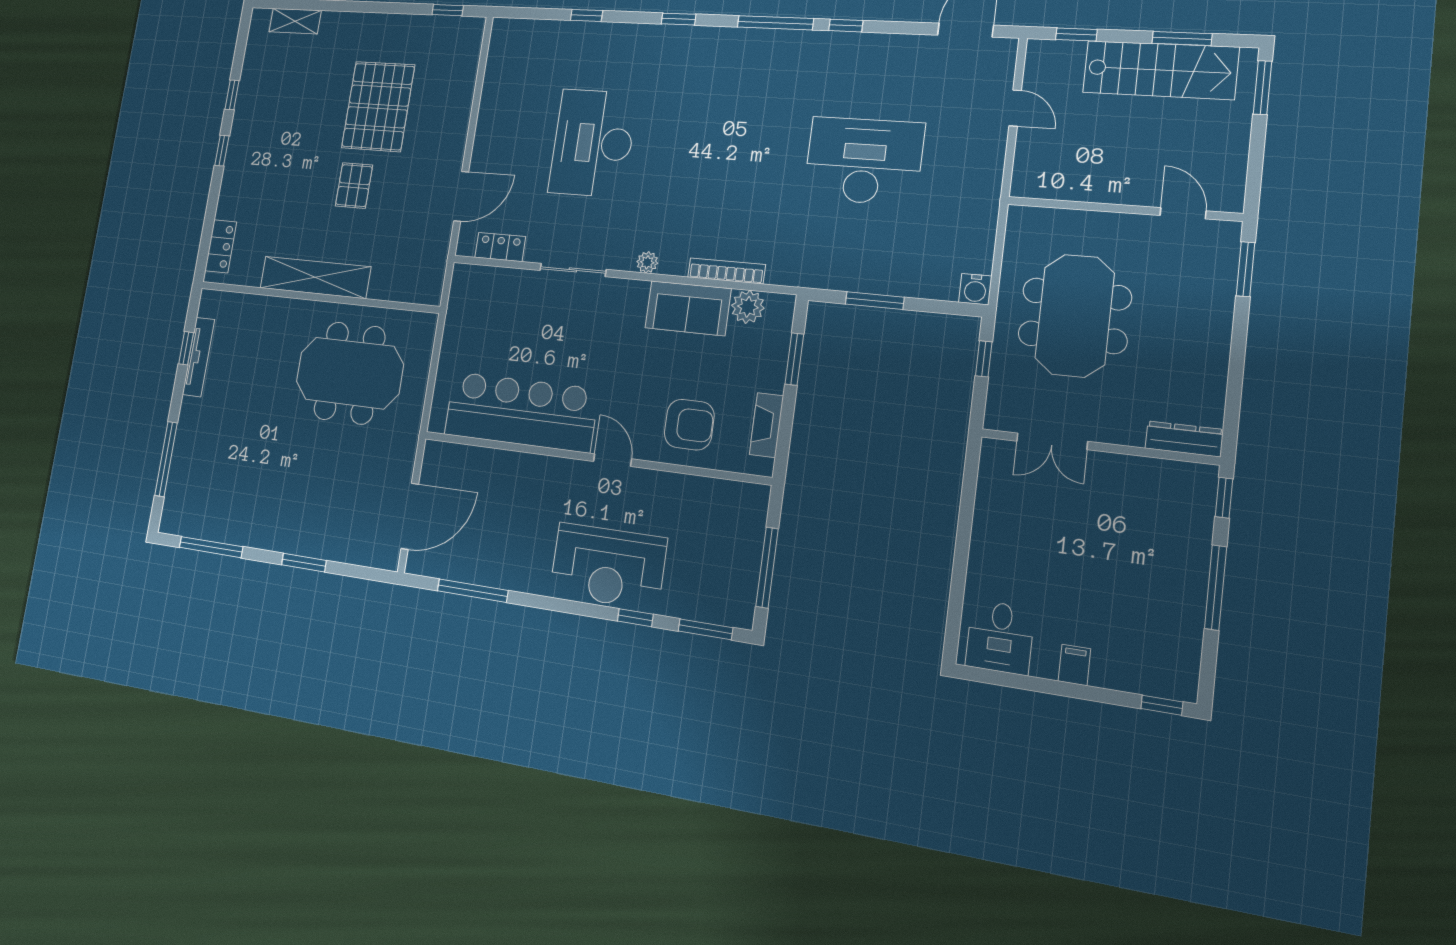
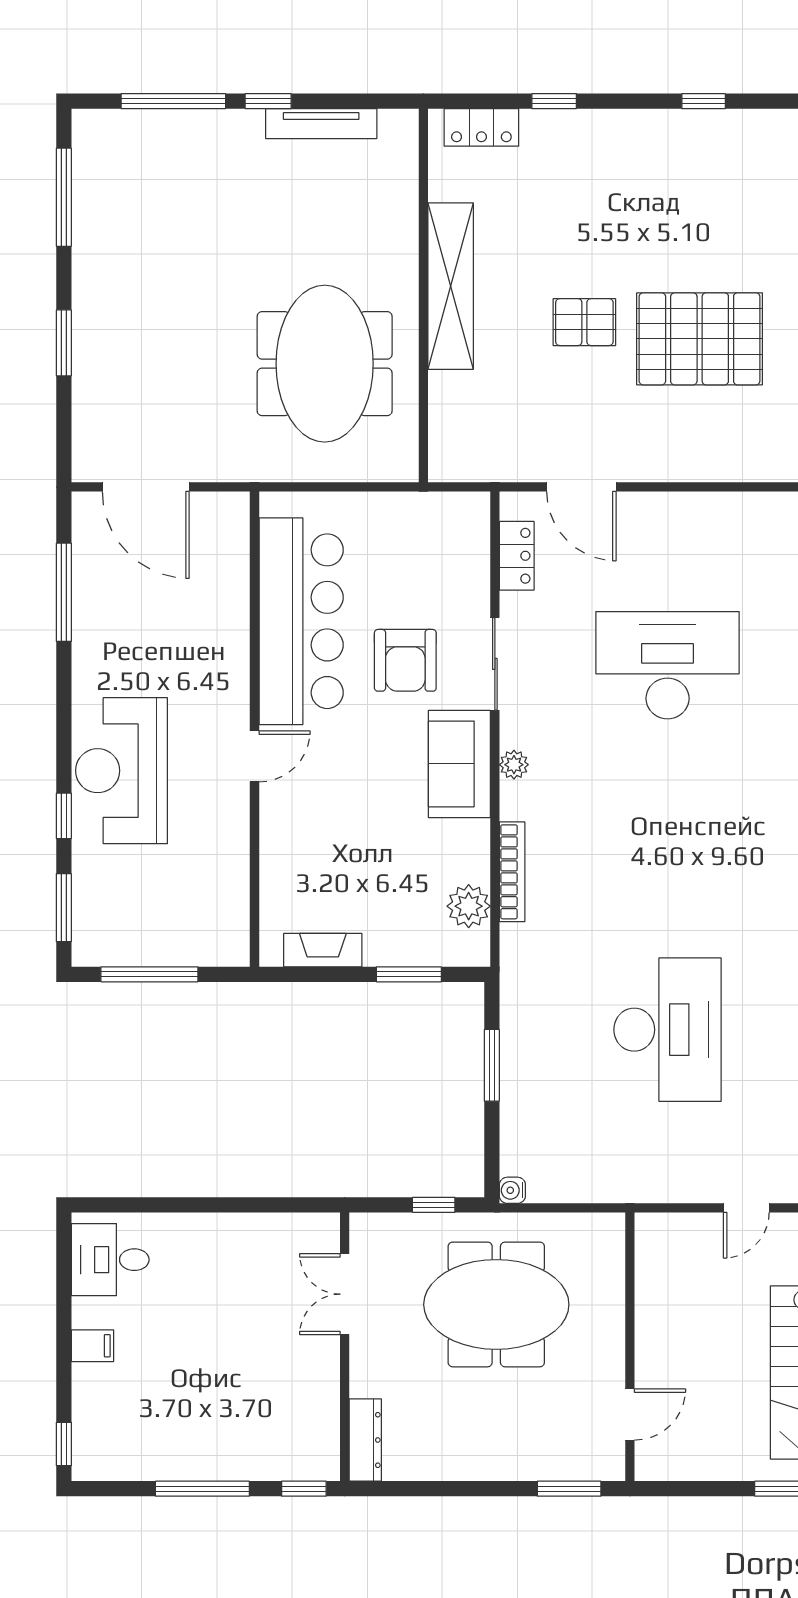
window: (222, 151) -> (554, 101), moved
water cooler: (975, 289) -> (512, 1190), width x0.72, depth x0.72
sofa: (688, 308) -> (459, 764), moved
window: (186, 348) -> (268, 101), moved
armchair: (689, 425) -> (405, 660), moved

